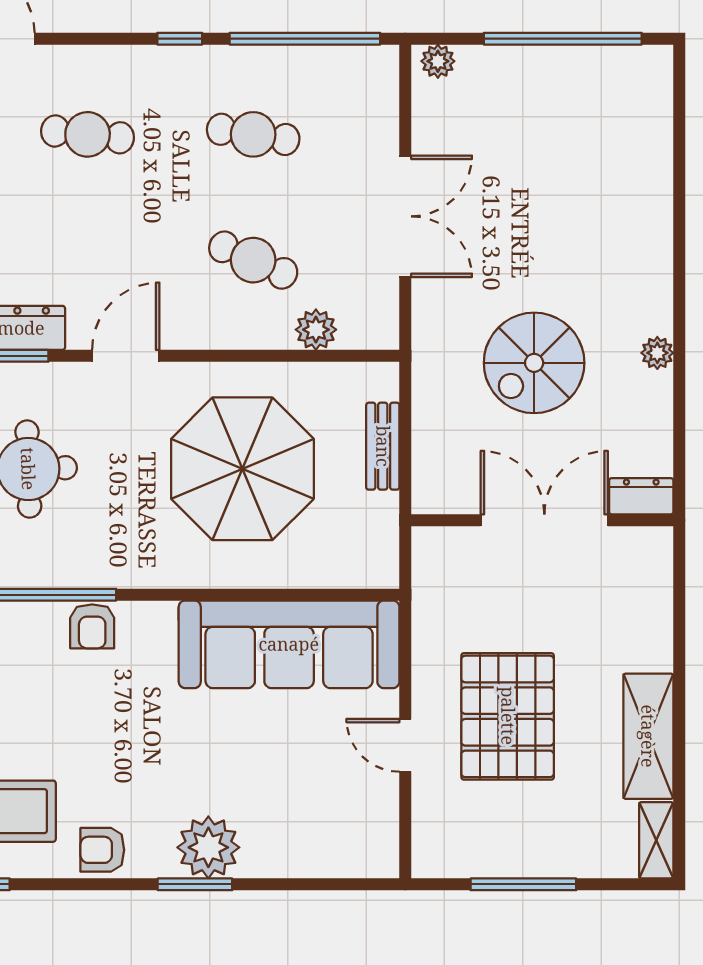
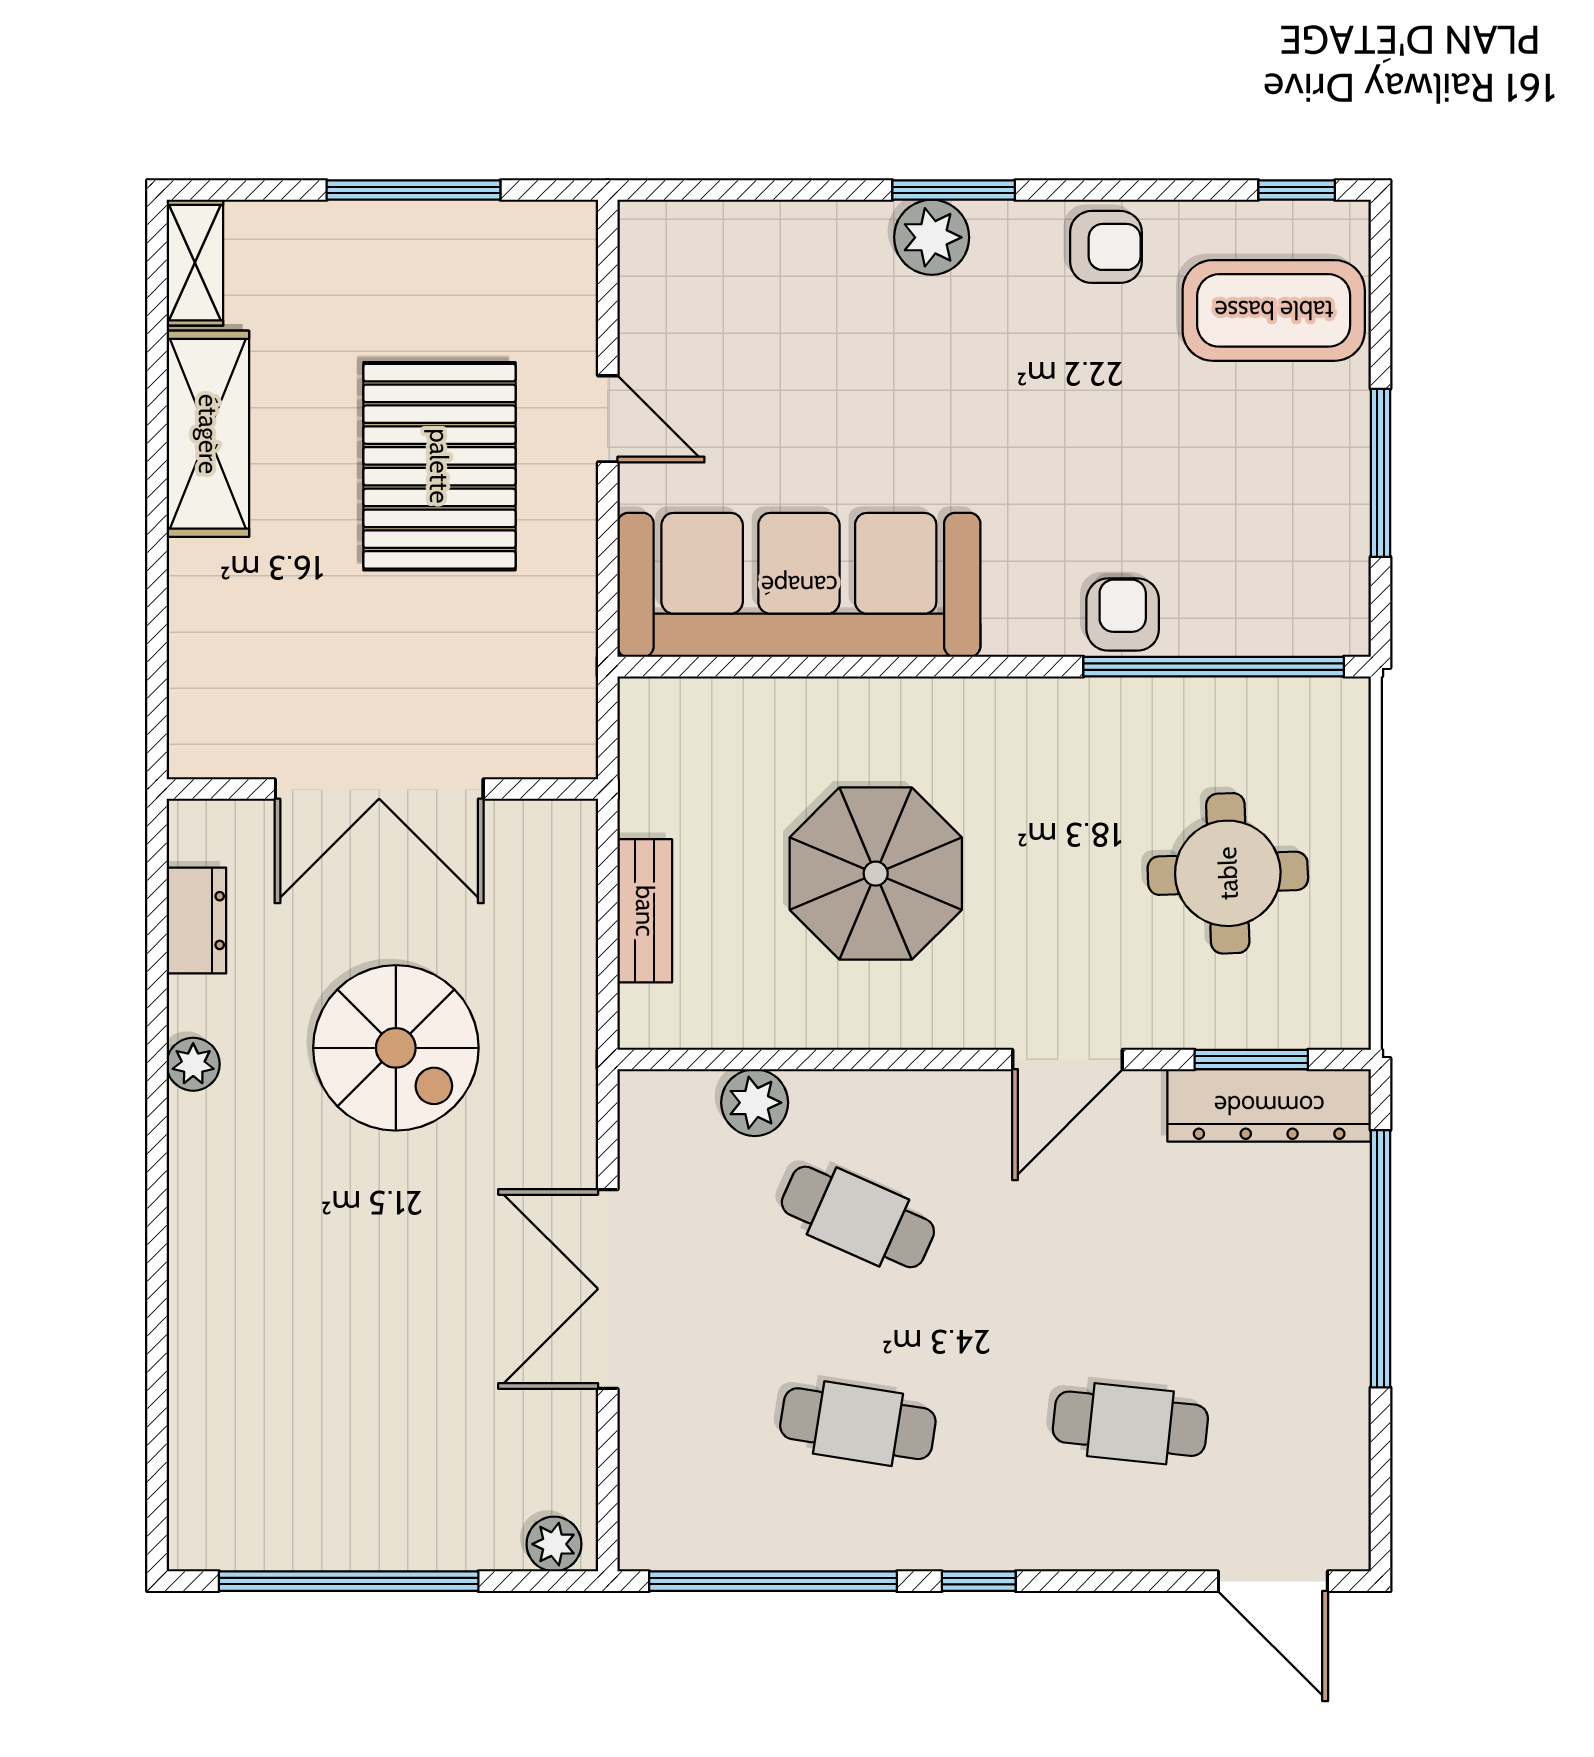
spiral stairs: (534, 363) -> (396, 1048), turned 90
parasol: (242, 469) -> (876, 874), width x0.73, depth x0.73
dresser: (641, 496) -> (196, 921), moved, turned -90
plant: (208, 847) -> (932, 237), width x0.73, depth x0.73

